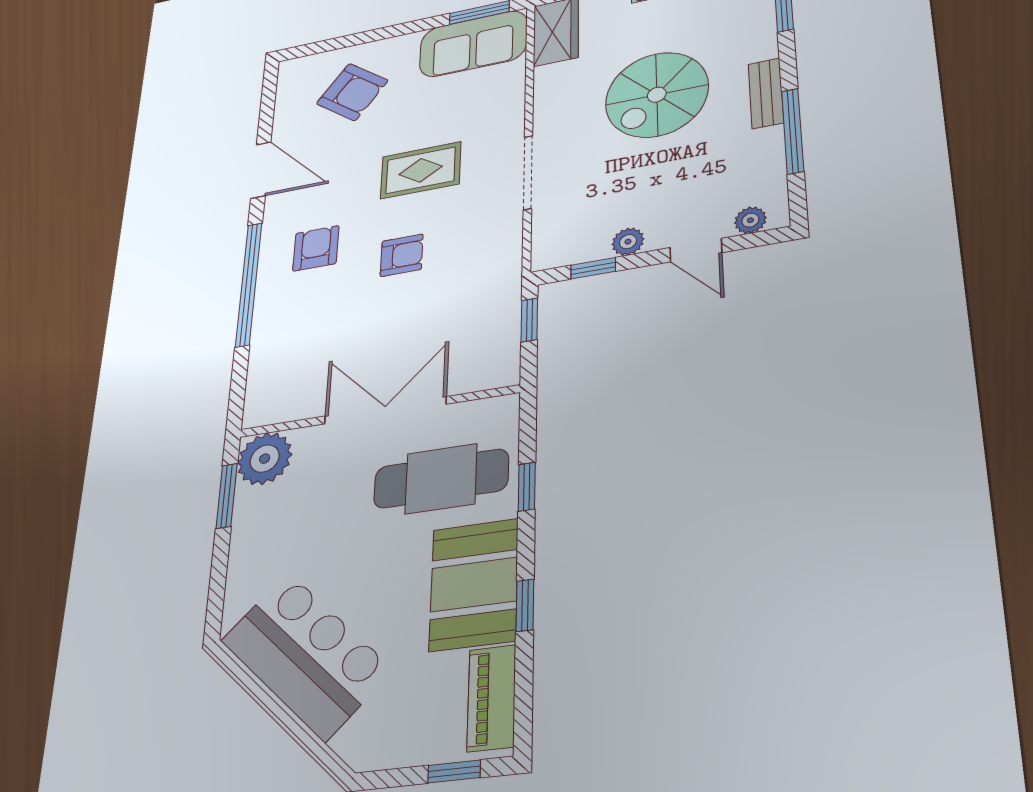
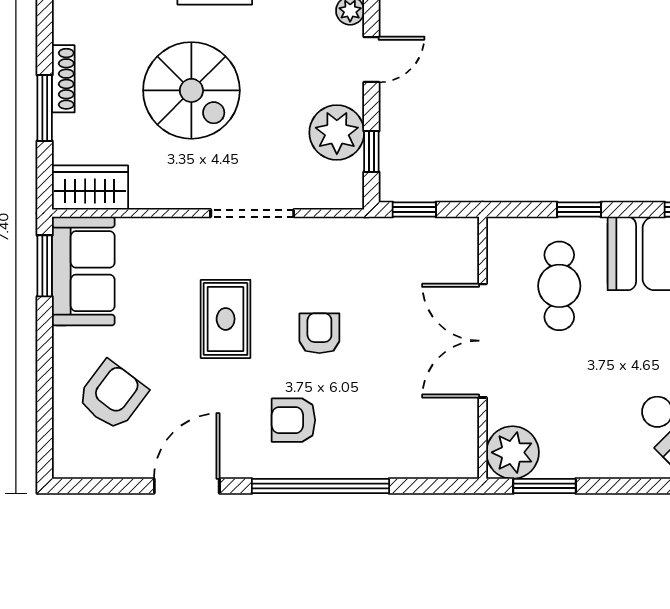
plant: (628, 242) -> (337, 133), width x1.87, depth x1.87
cafe table: (441, 479) -> (559, 286), width x0.73, depth x0.74

